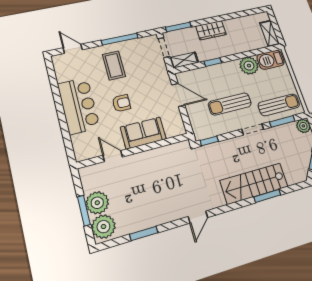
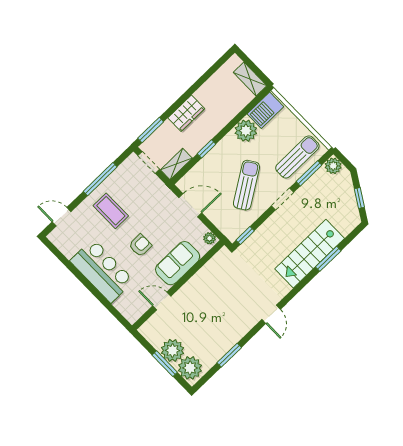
sun lounger: (230, 104) -> (246, 185), turned 147
plant: (180, 128) -> (209, 238), added

